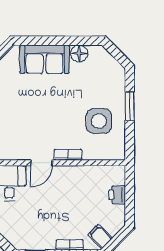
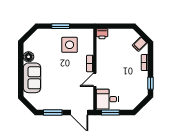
door: (41, 163) -> (95, 80), swing flipped
printer: (117, 195) -> (102, 34), moved

